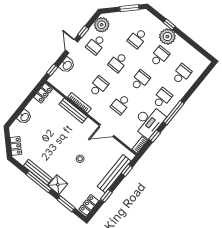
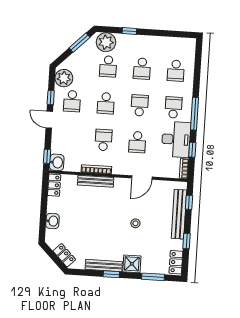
plant: (167, 37) -> (106, 42), moved
school desk: (160, 56) -> (142, 69), turned 180
washbasin: (67, 65) -> (57, 162), moved
school desk: (182, 74) -> (176, 71), turned 180
window: (39, 182) -> (111, 274), width x0.46

